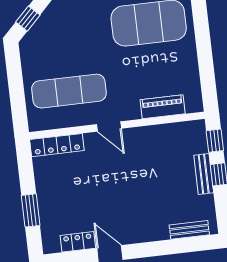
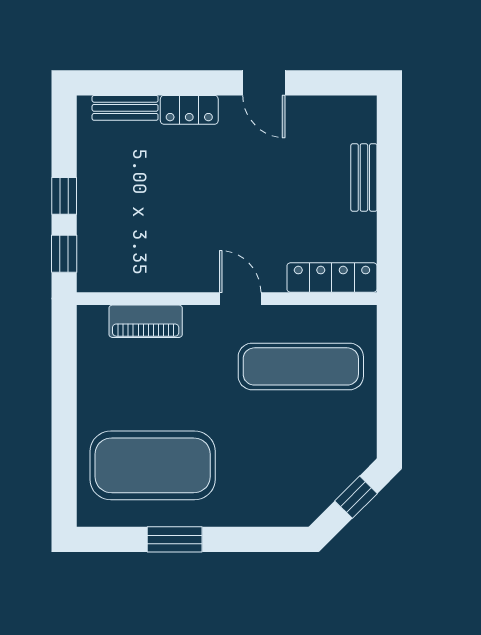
bench: (204, 174) -> (364, 177), moved
window: (31, 210) -> (389, 172), removed
locker: (78, 242) -> (189, 110), moved

